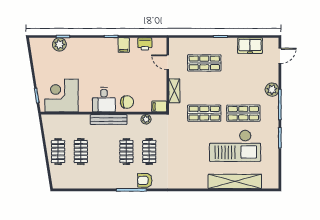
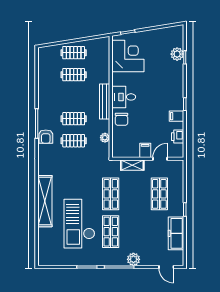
freezer: (250, 46) -> (176, 233), width x1.40
filing cabinet: (159, 106) -> (145, 150), moved
armchair: (145, 180) -> (46, 137), turned 180
shelving: (235, 181) -> (45, 201), moved

